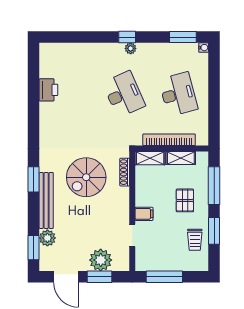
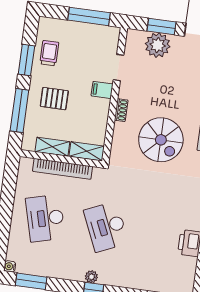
shoe rack: (125, 172) -> (121, 110), moved, width x0.70
spiral stairs: (86, 177) -> (161, 140), turned 90
pallet: (185, 200) -> (54, 99), turned 90

